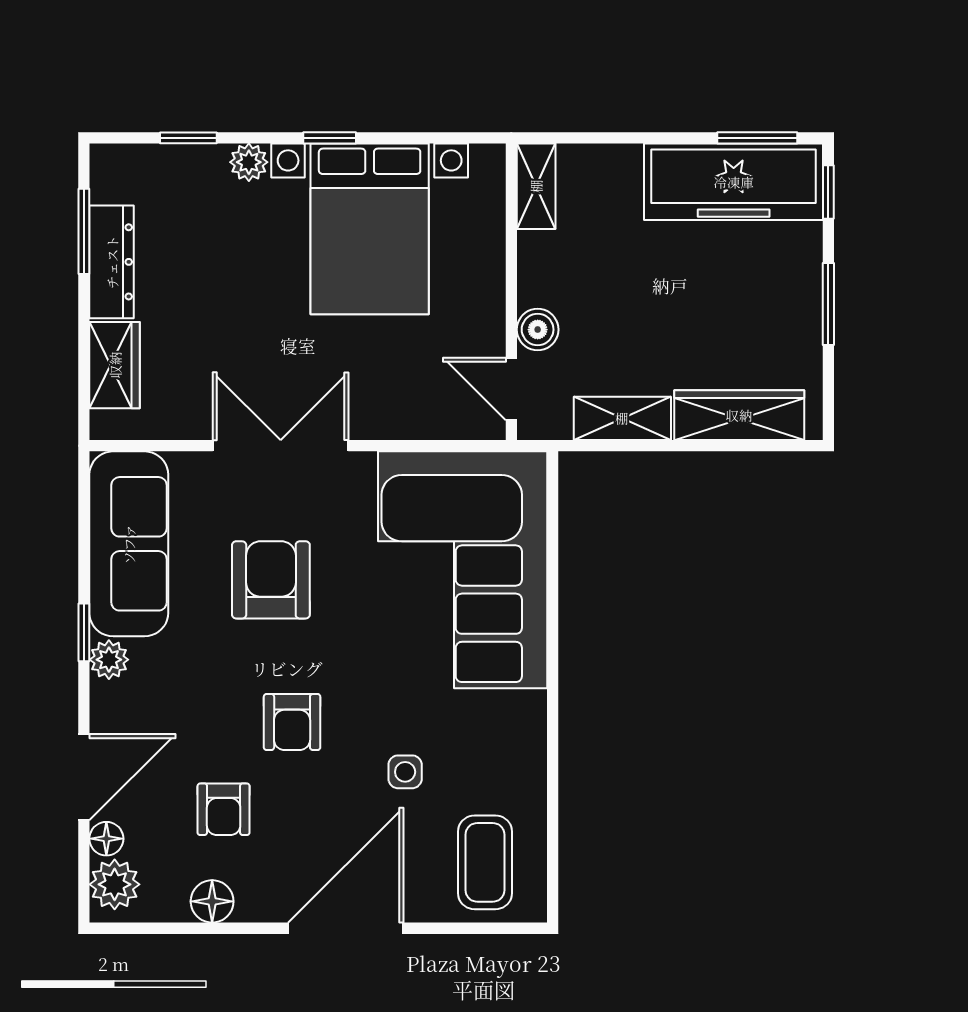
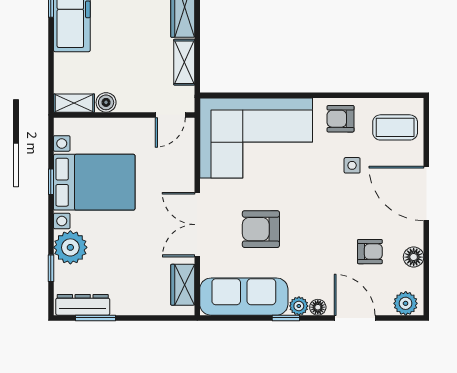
window: (330, 138) -> (51, 182), moved
plant: (249, 162) -> (70, 247), width x1.88, depth x1.88
dresser: (112, 262) -> (83, 305), moved
boiler: (538, 330) -> (106, 102), moved
wardrobe: (115, 365) -> (183, 285), moved, turned -90
armchair: (292, 722) -> (341, 119), moved, turned 180
floor lamp: (106, 839) -> (318, 307), moved

